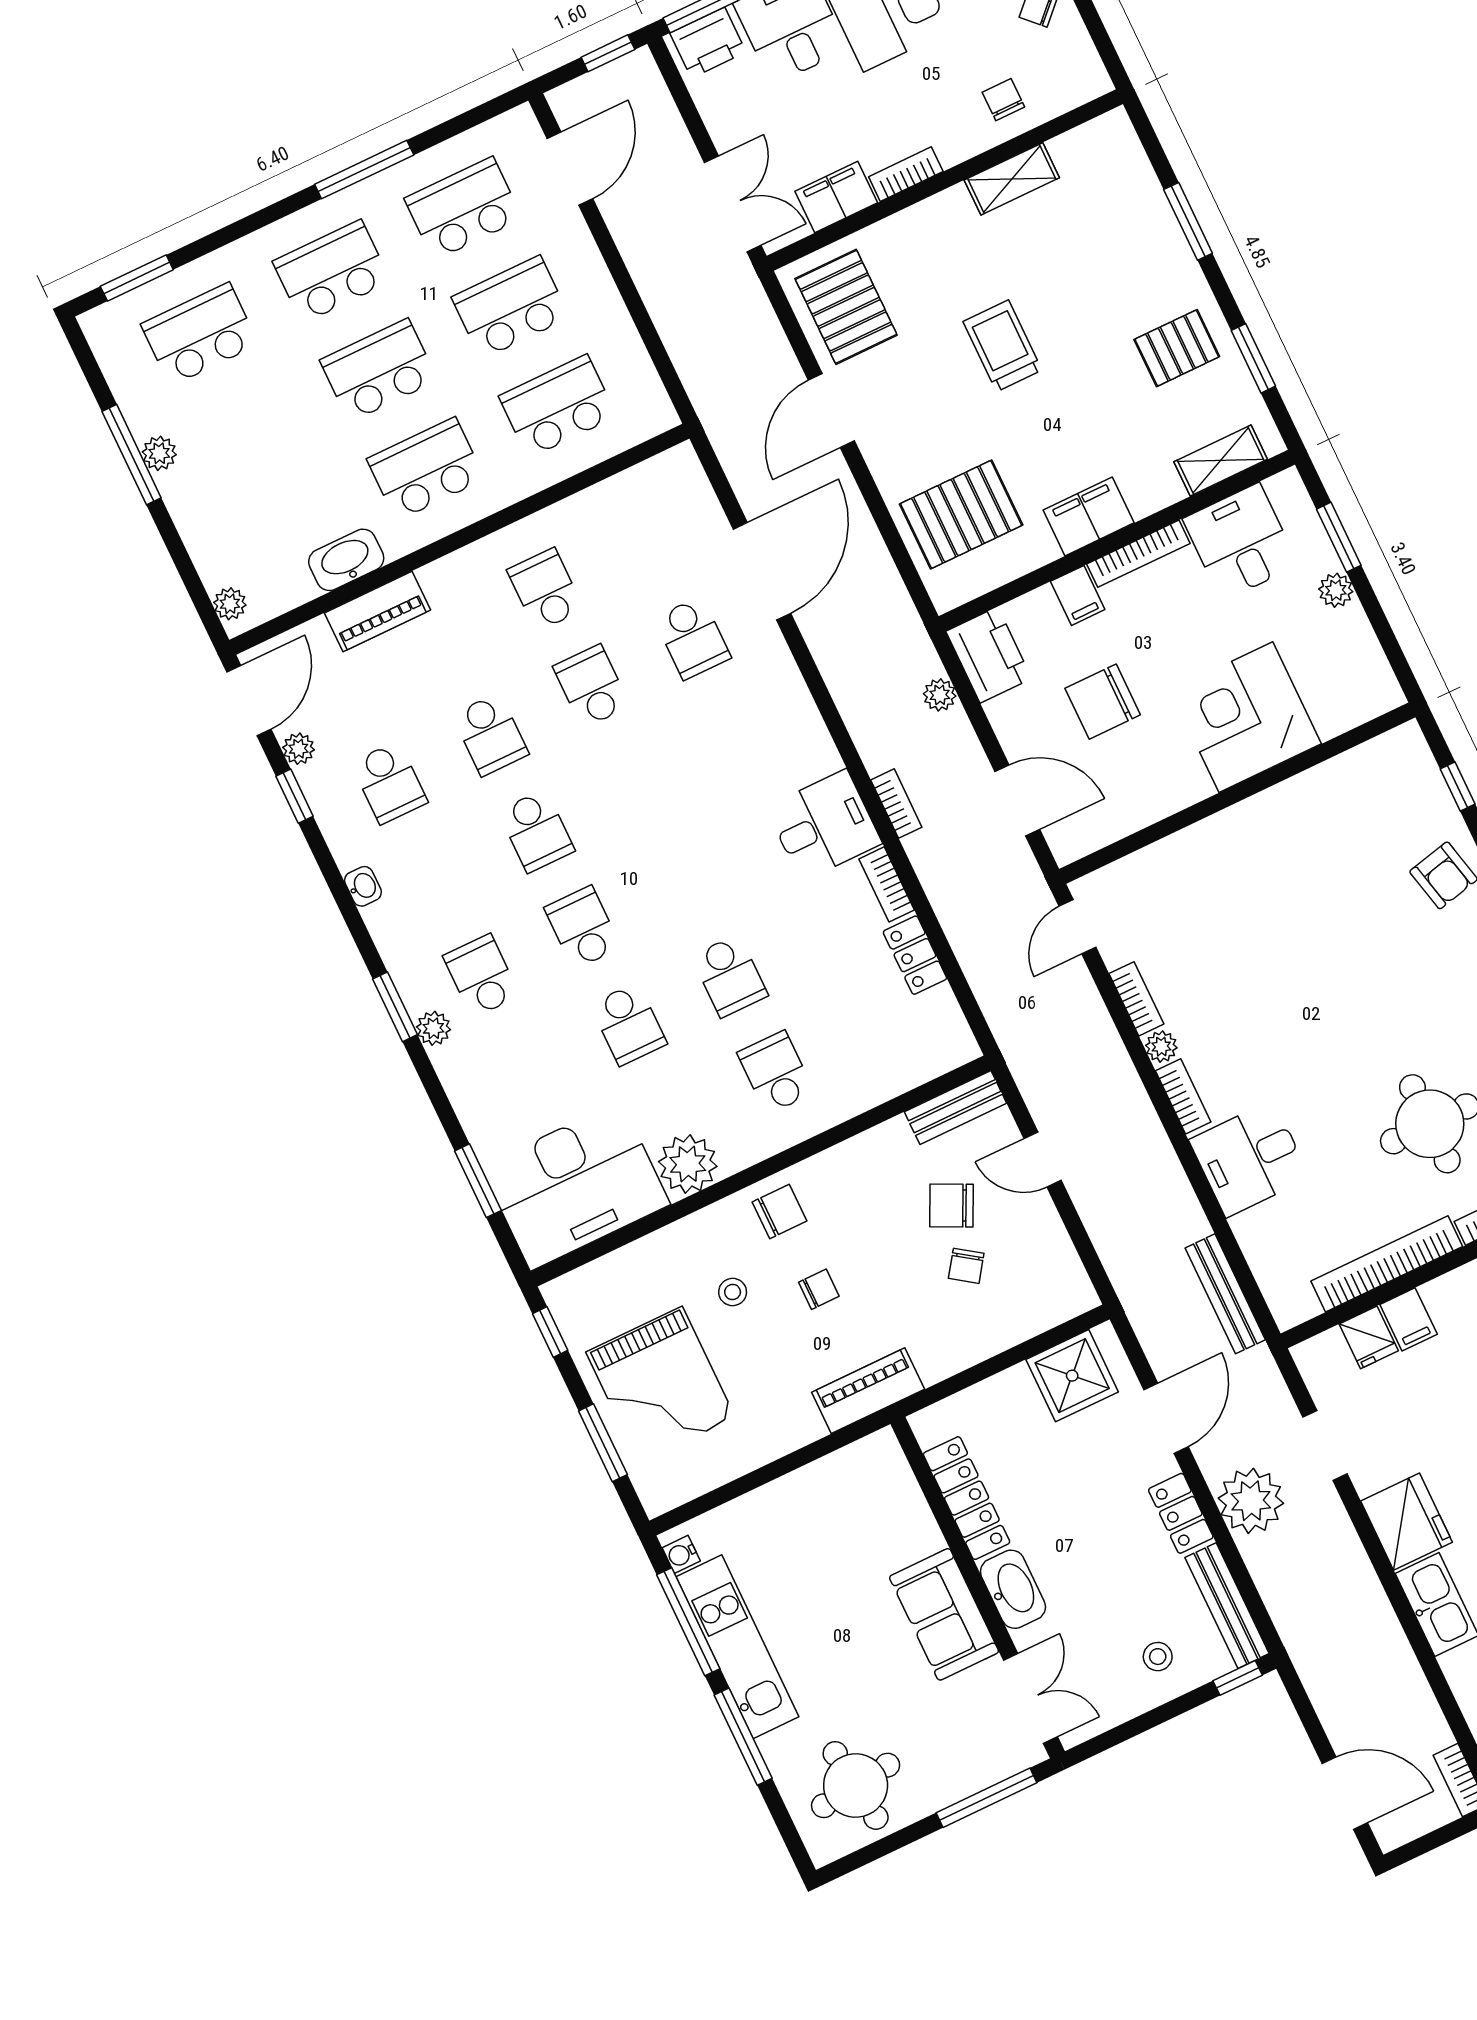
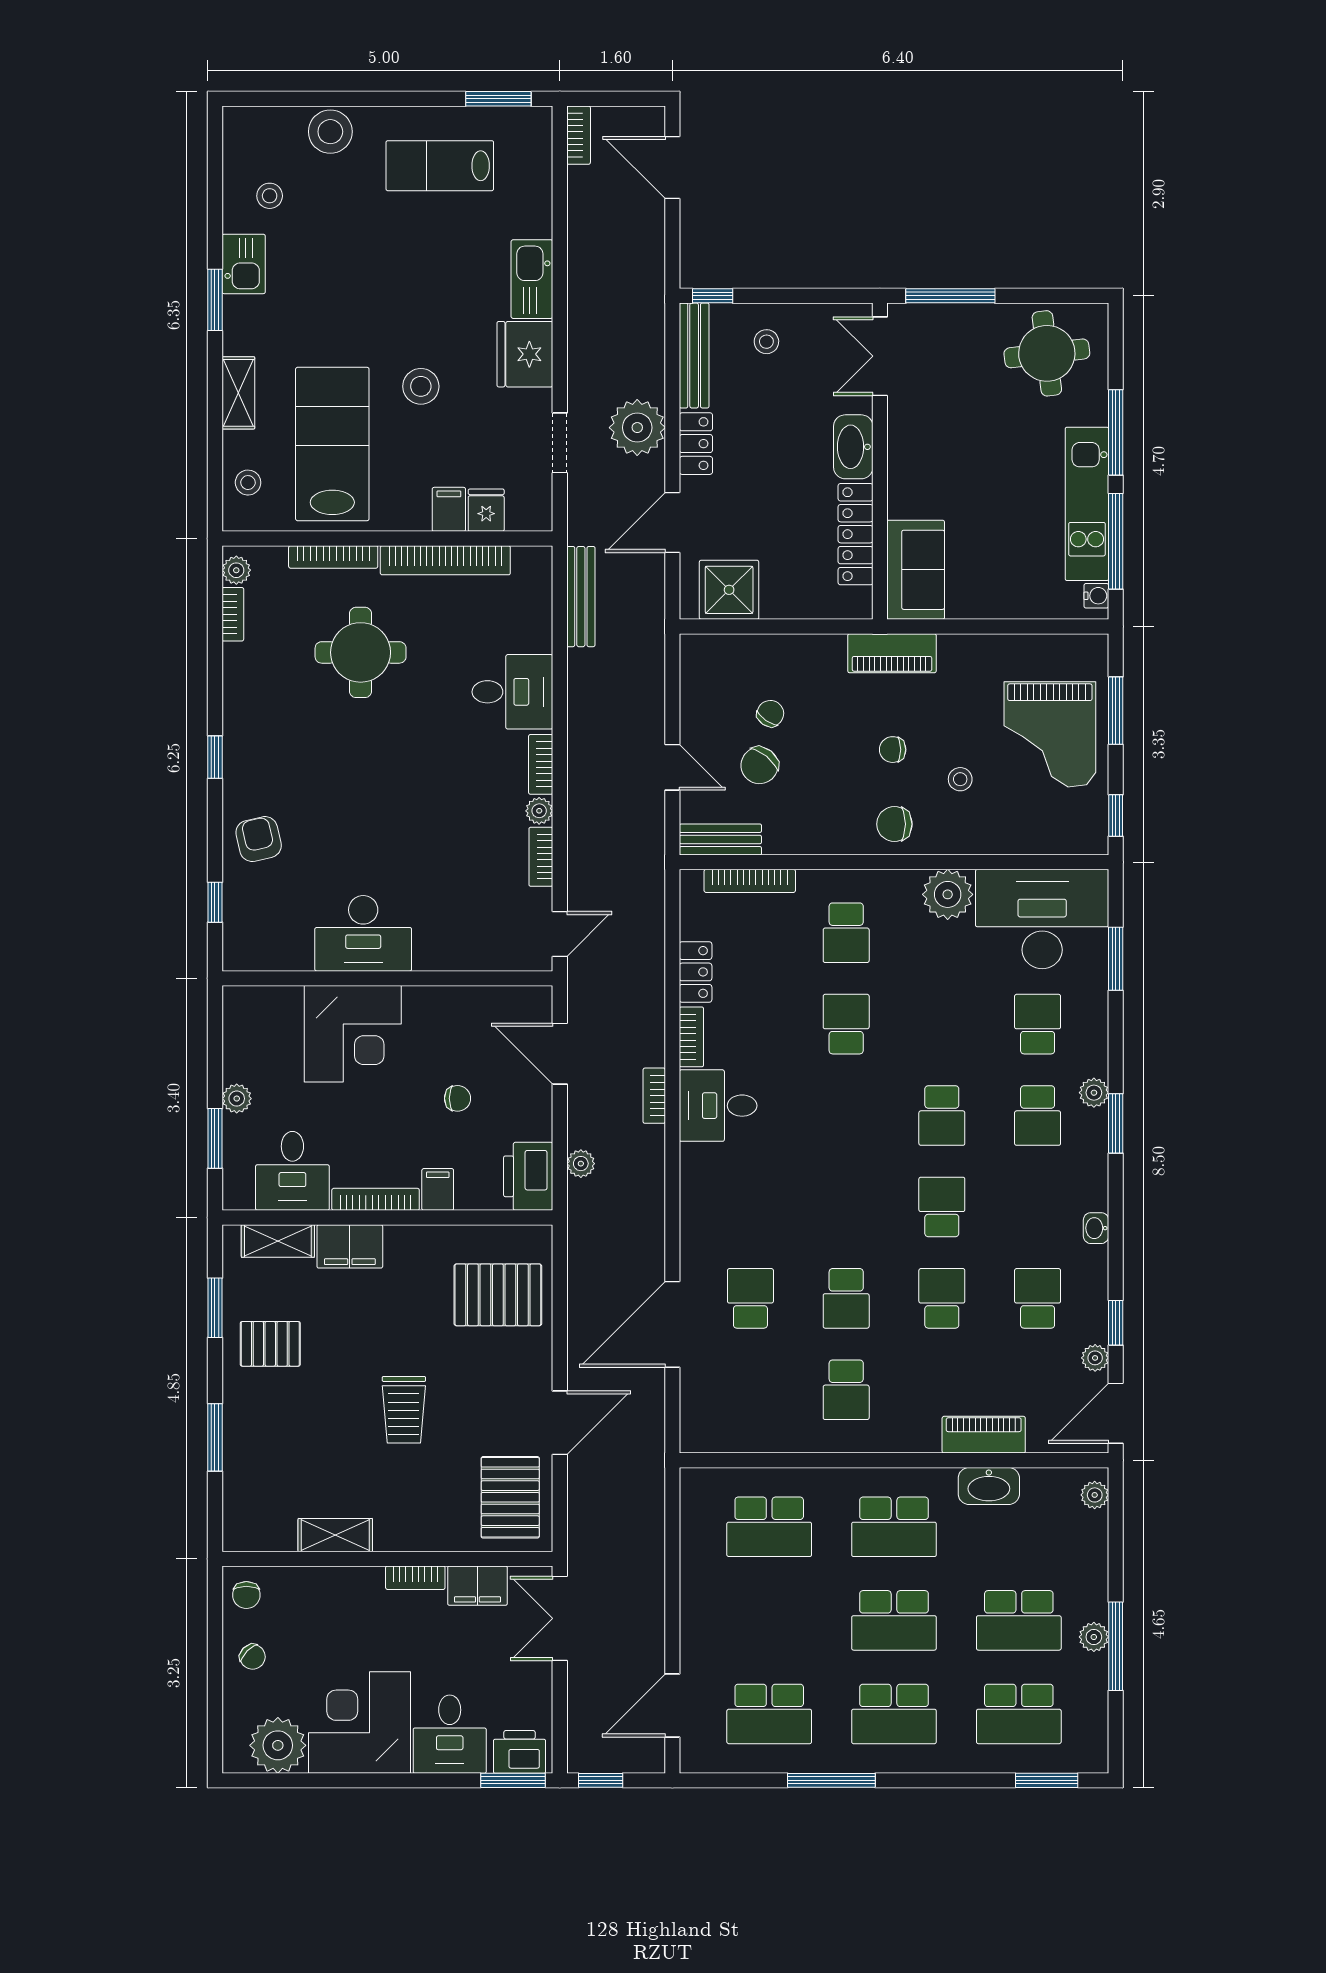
chair: (1003, 100) -> (246, 1595), moved
school desk: (511, 307) -> (1019, 1620), moved
filing cabinet: (1089, 516) -> (350, 1246), moved
chair: (1103, 702) -> (457, 1098), width x0.54, depth x0.54
desk: (1285, 828) -> (363, 933), added
school desk: (629, 1024) -> (1038, 1024), moved
bookcase: (904, 1079) -> (750, 881), added
chair: (952, 1205) -> (759, 765), turned 103
grand piano: (660, 1385) -> (1050, 734), turned 180
sofa: (944, 1614) -> (916, 570), moved

